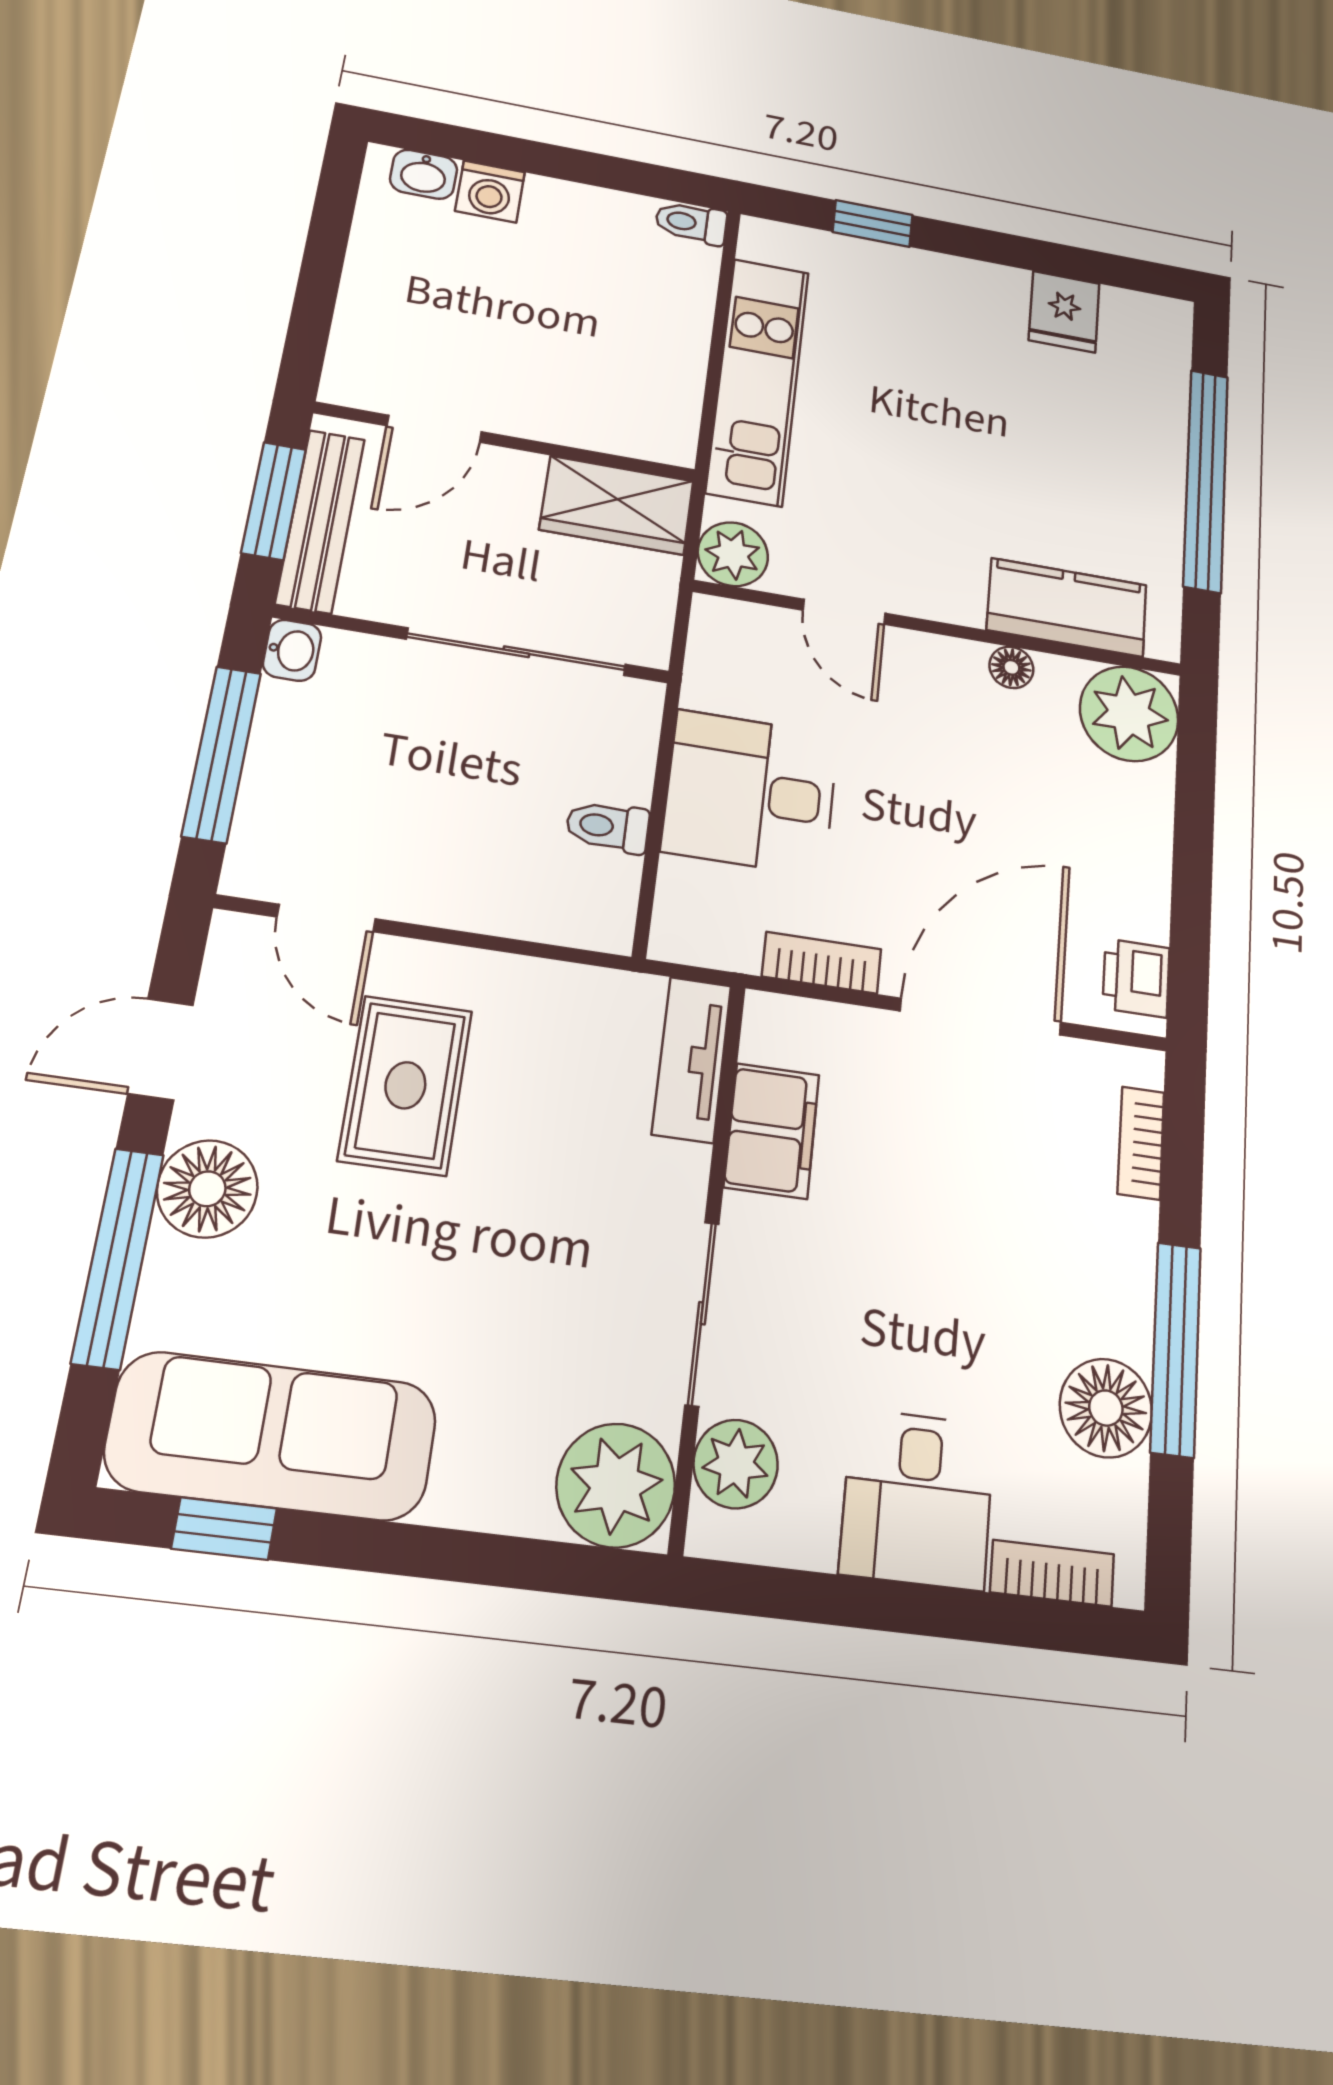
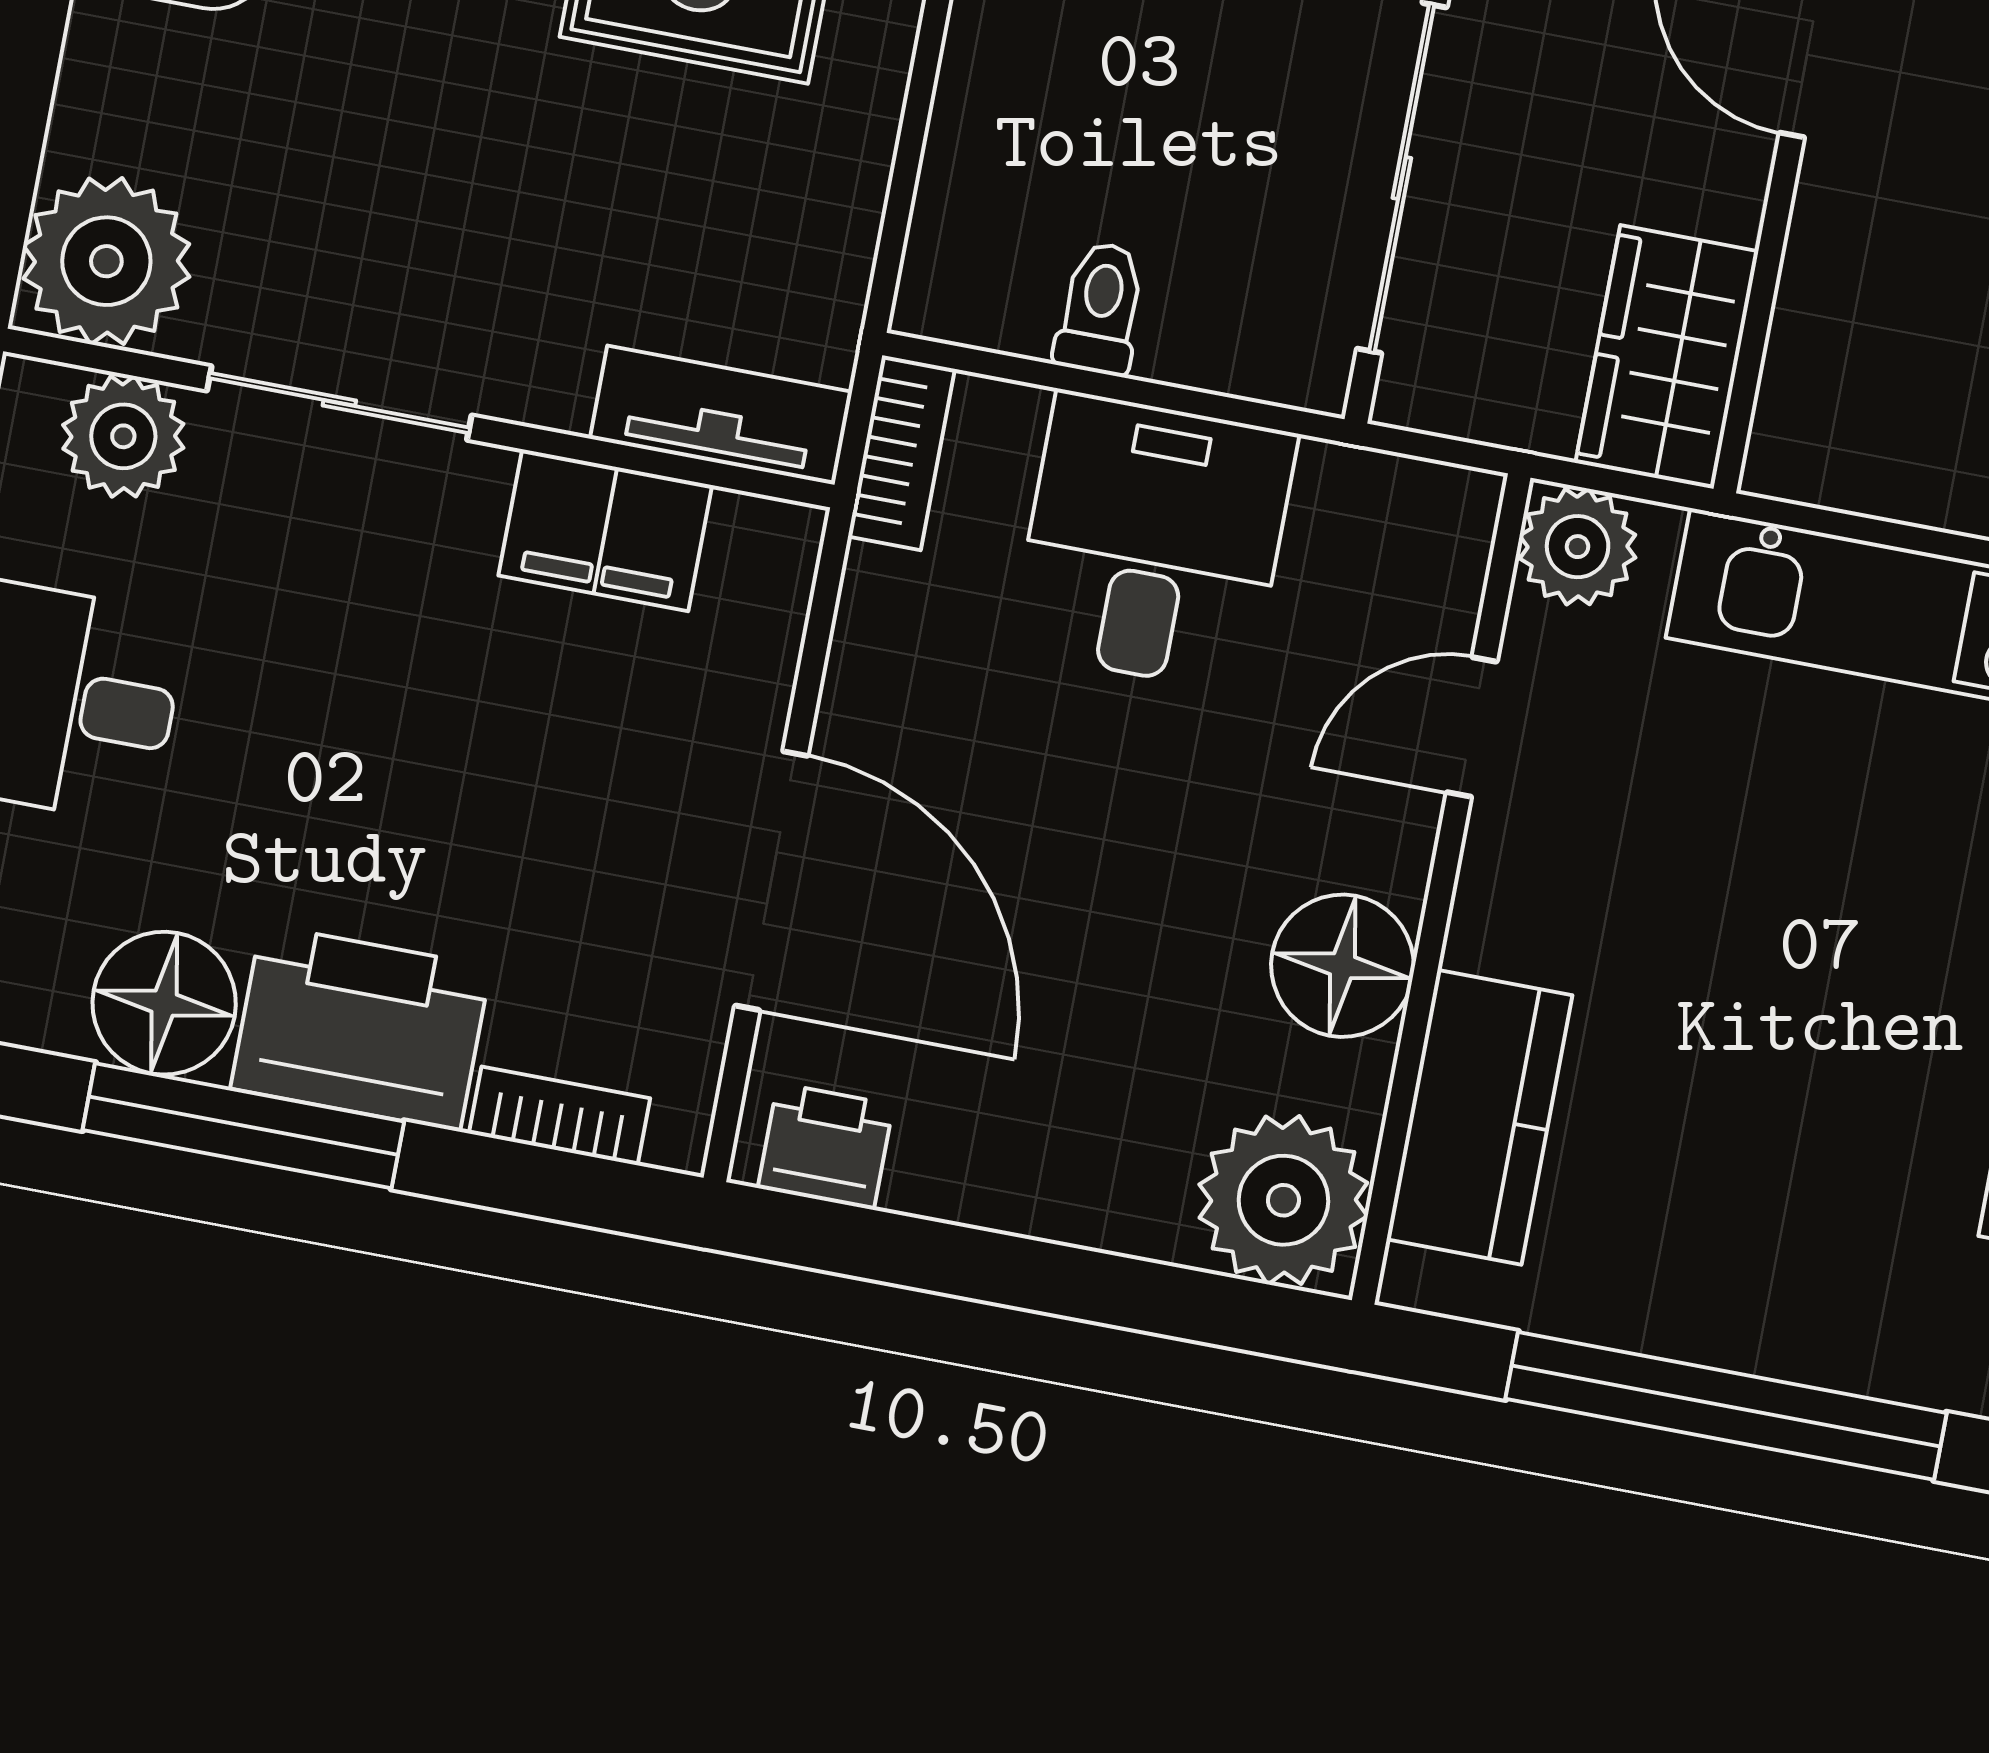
floor lamp: (1011, 667) -> (1343, 966), width x1.89, depth x1.89
bookcase: (822, 963) -> (901, 453), moved
printer: (1104, 1274) -> (361, 1028), added

